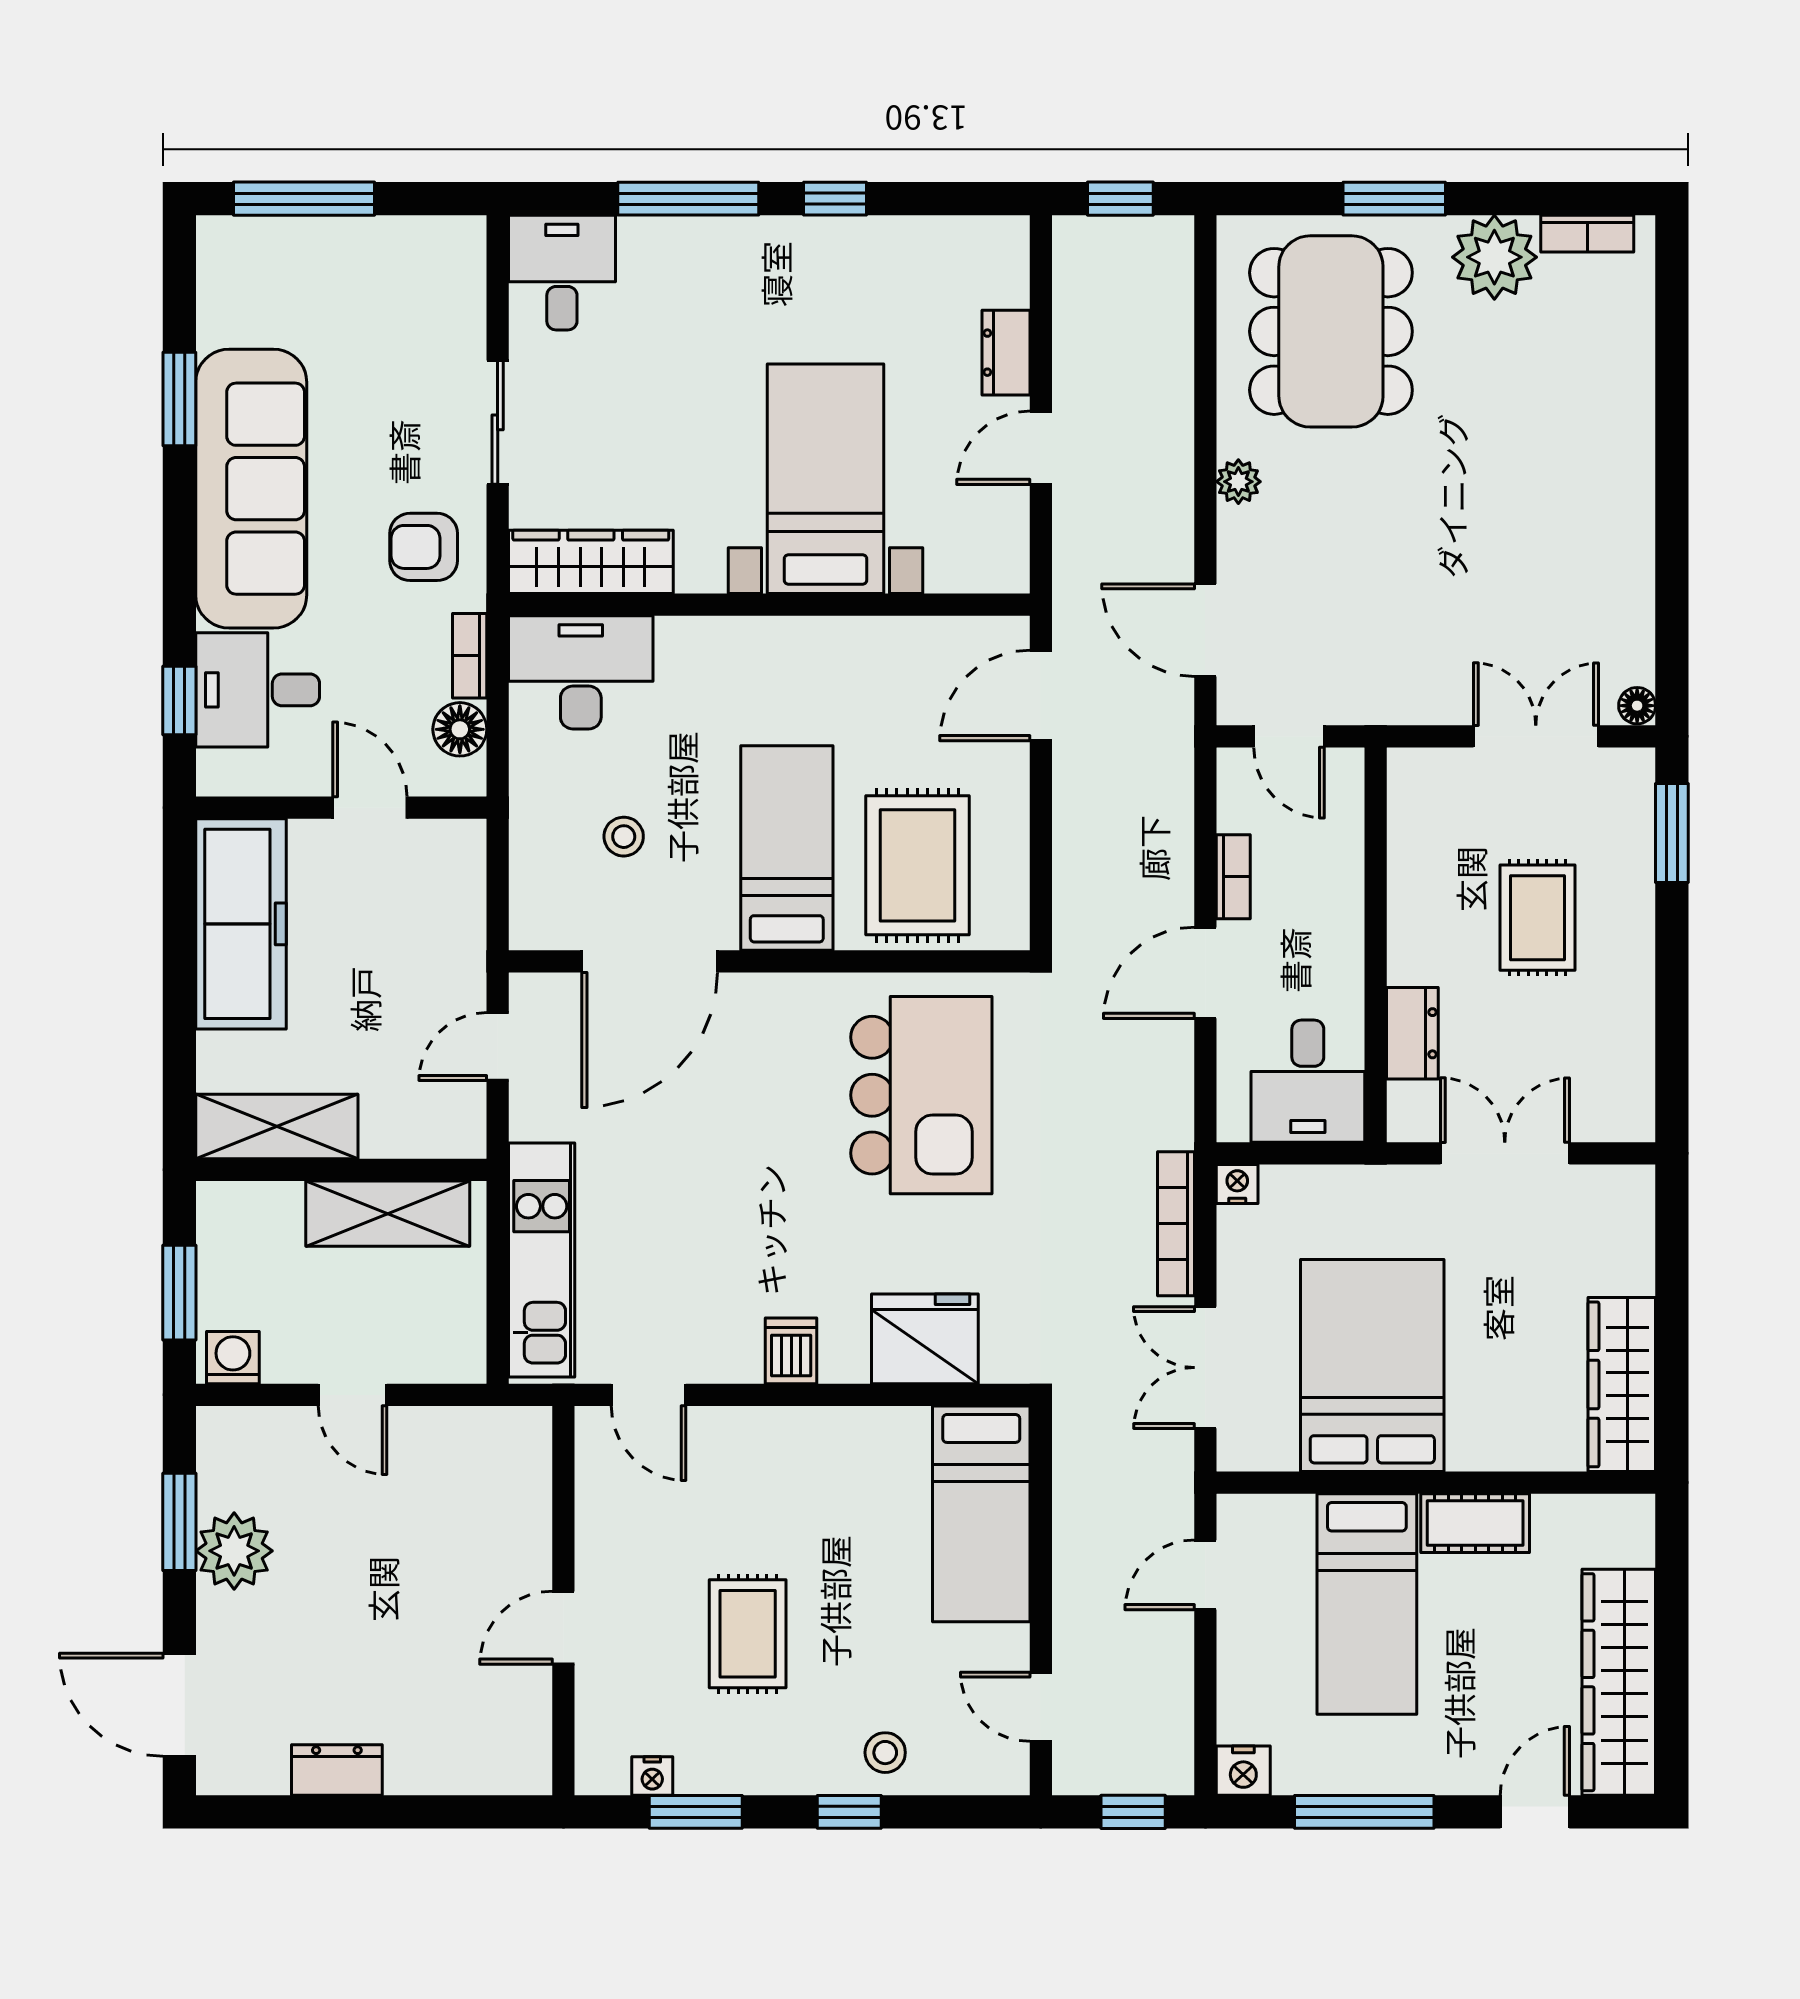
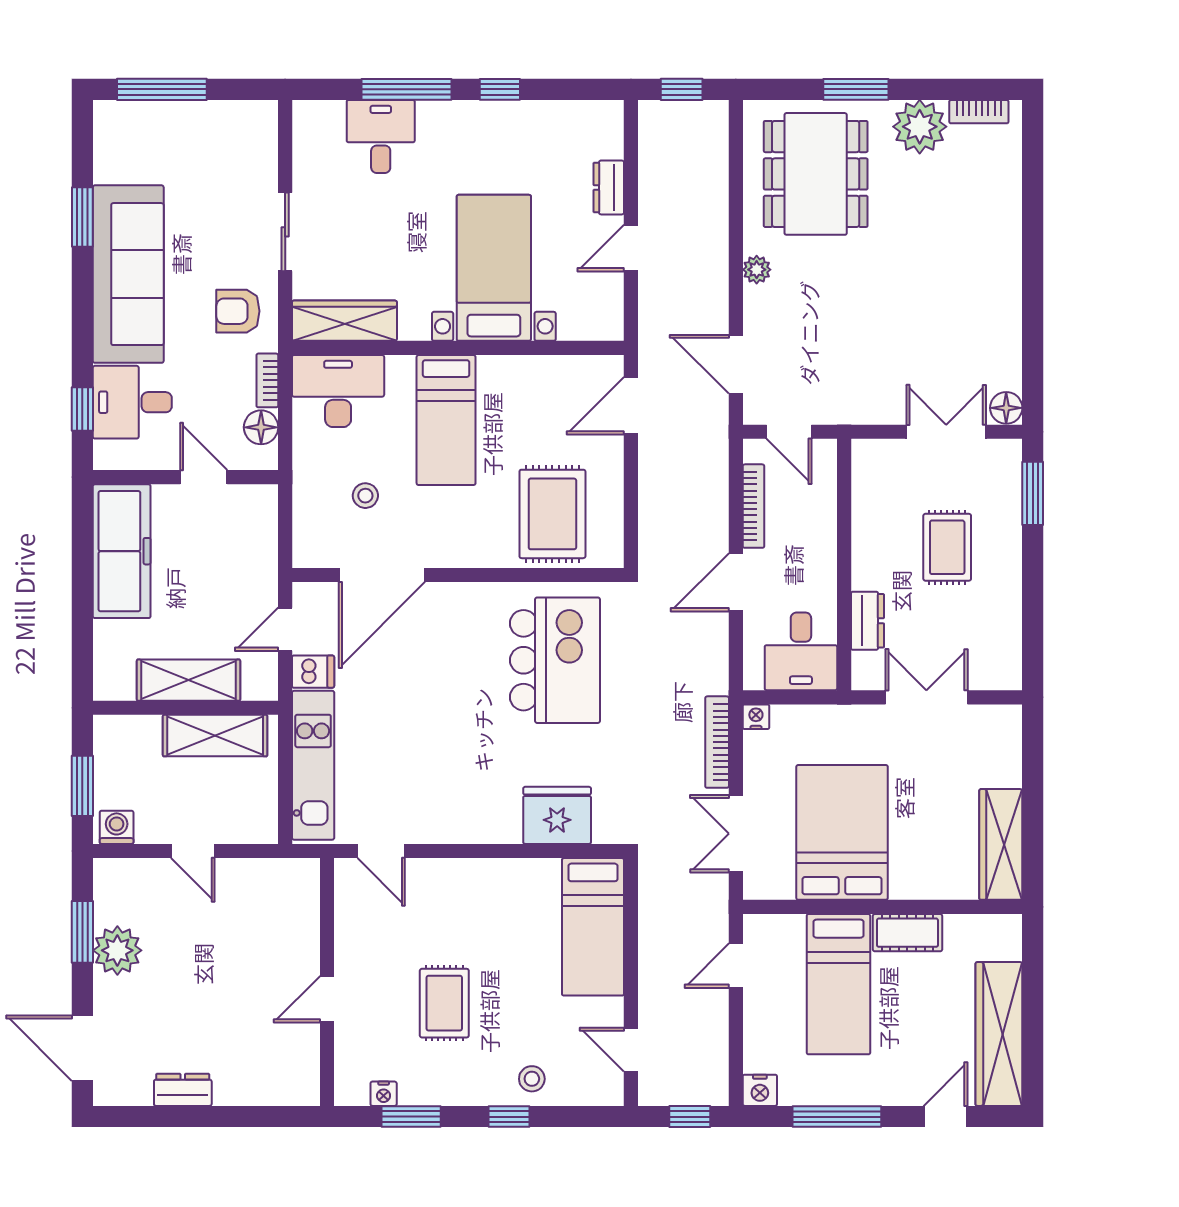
desk: (562, 273) -> (381, 136), moved
floor lamp: (1637, 706) -> (1006, 408), width x1.37, depth x1.37
bed: (787, 848) -> (446, 420), moved, turned 180
bookcase: (1233, 877) -> (753, 506), width x1.56
shelving: (277, 1126) -> (189, 680), moved
dishwasher: (791, 1351) -> (313, 672), moved, turned 90

